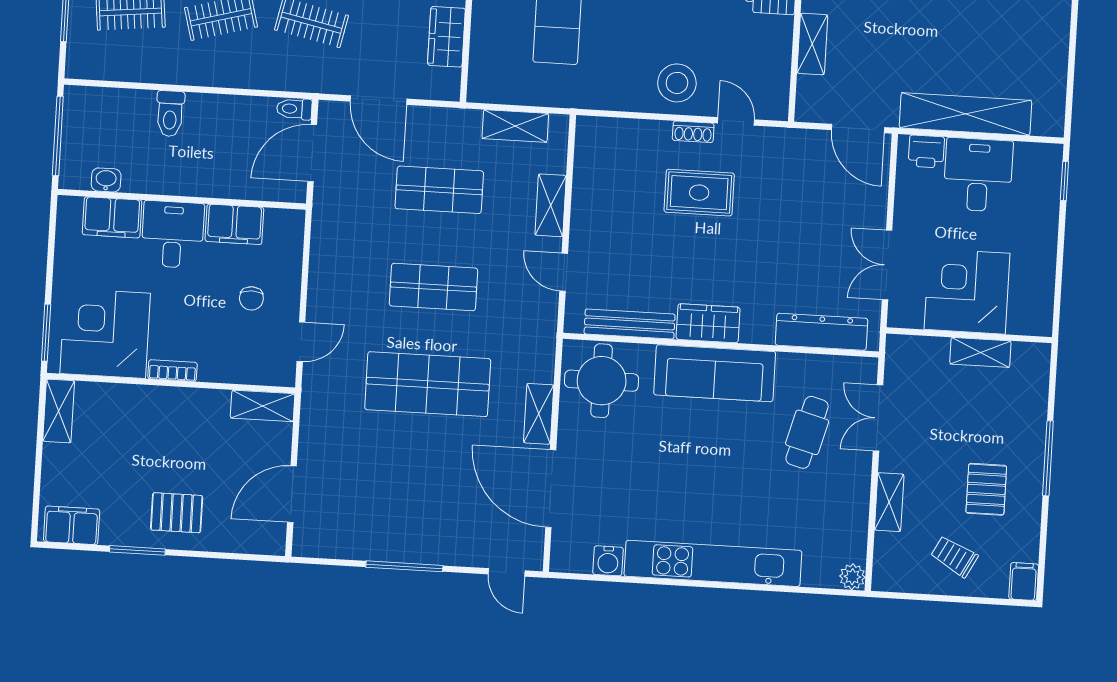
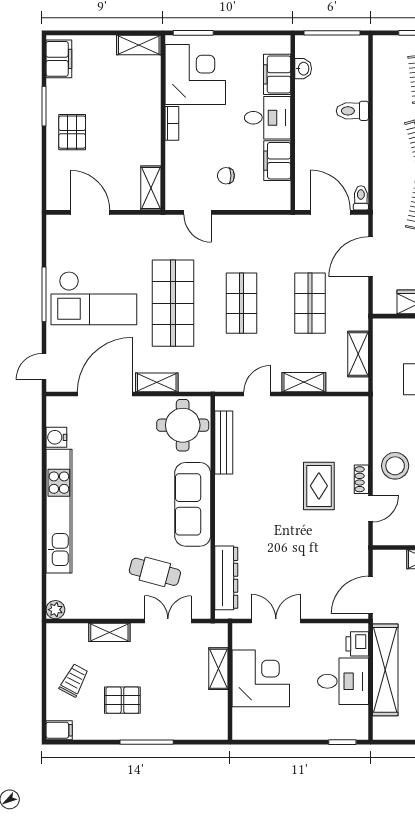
wardrobe: (708, 323) -> (227, 498), removed
shelving: (980, 352) -> (218, 669), moved
checkout: (414, 496) -> (94, 298), added

